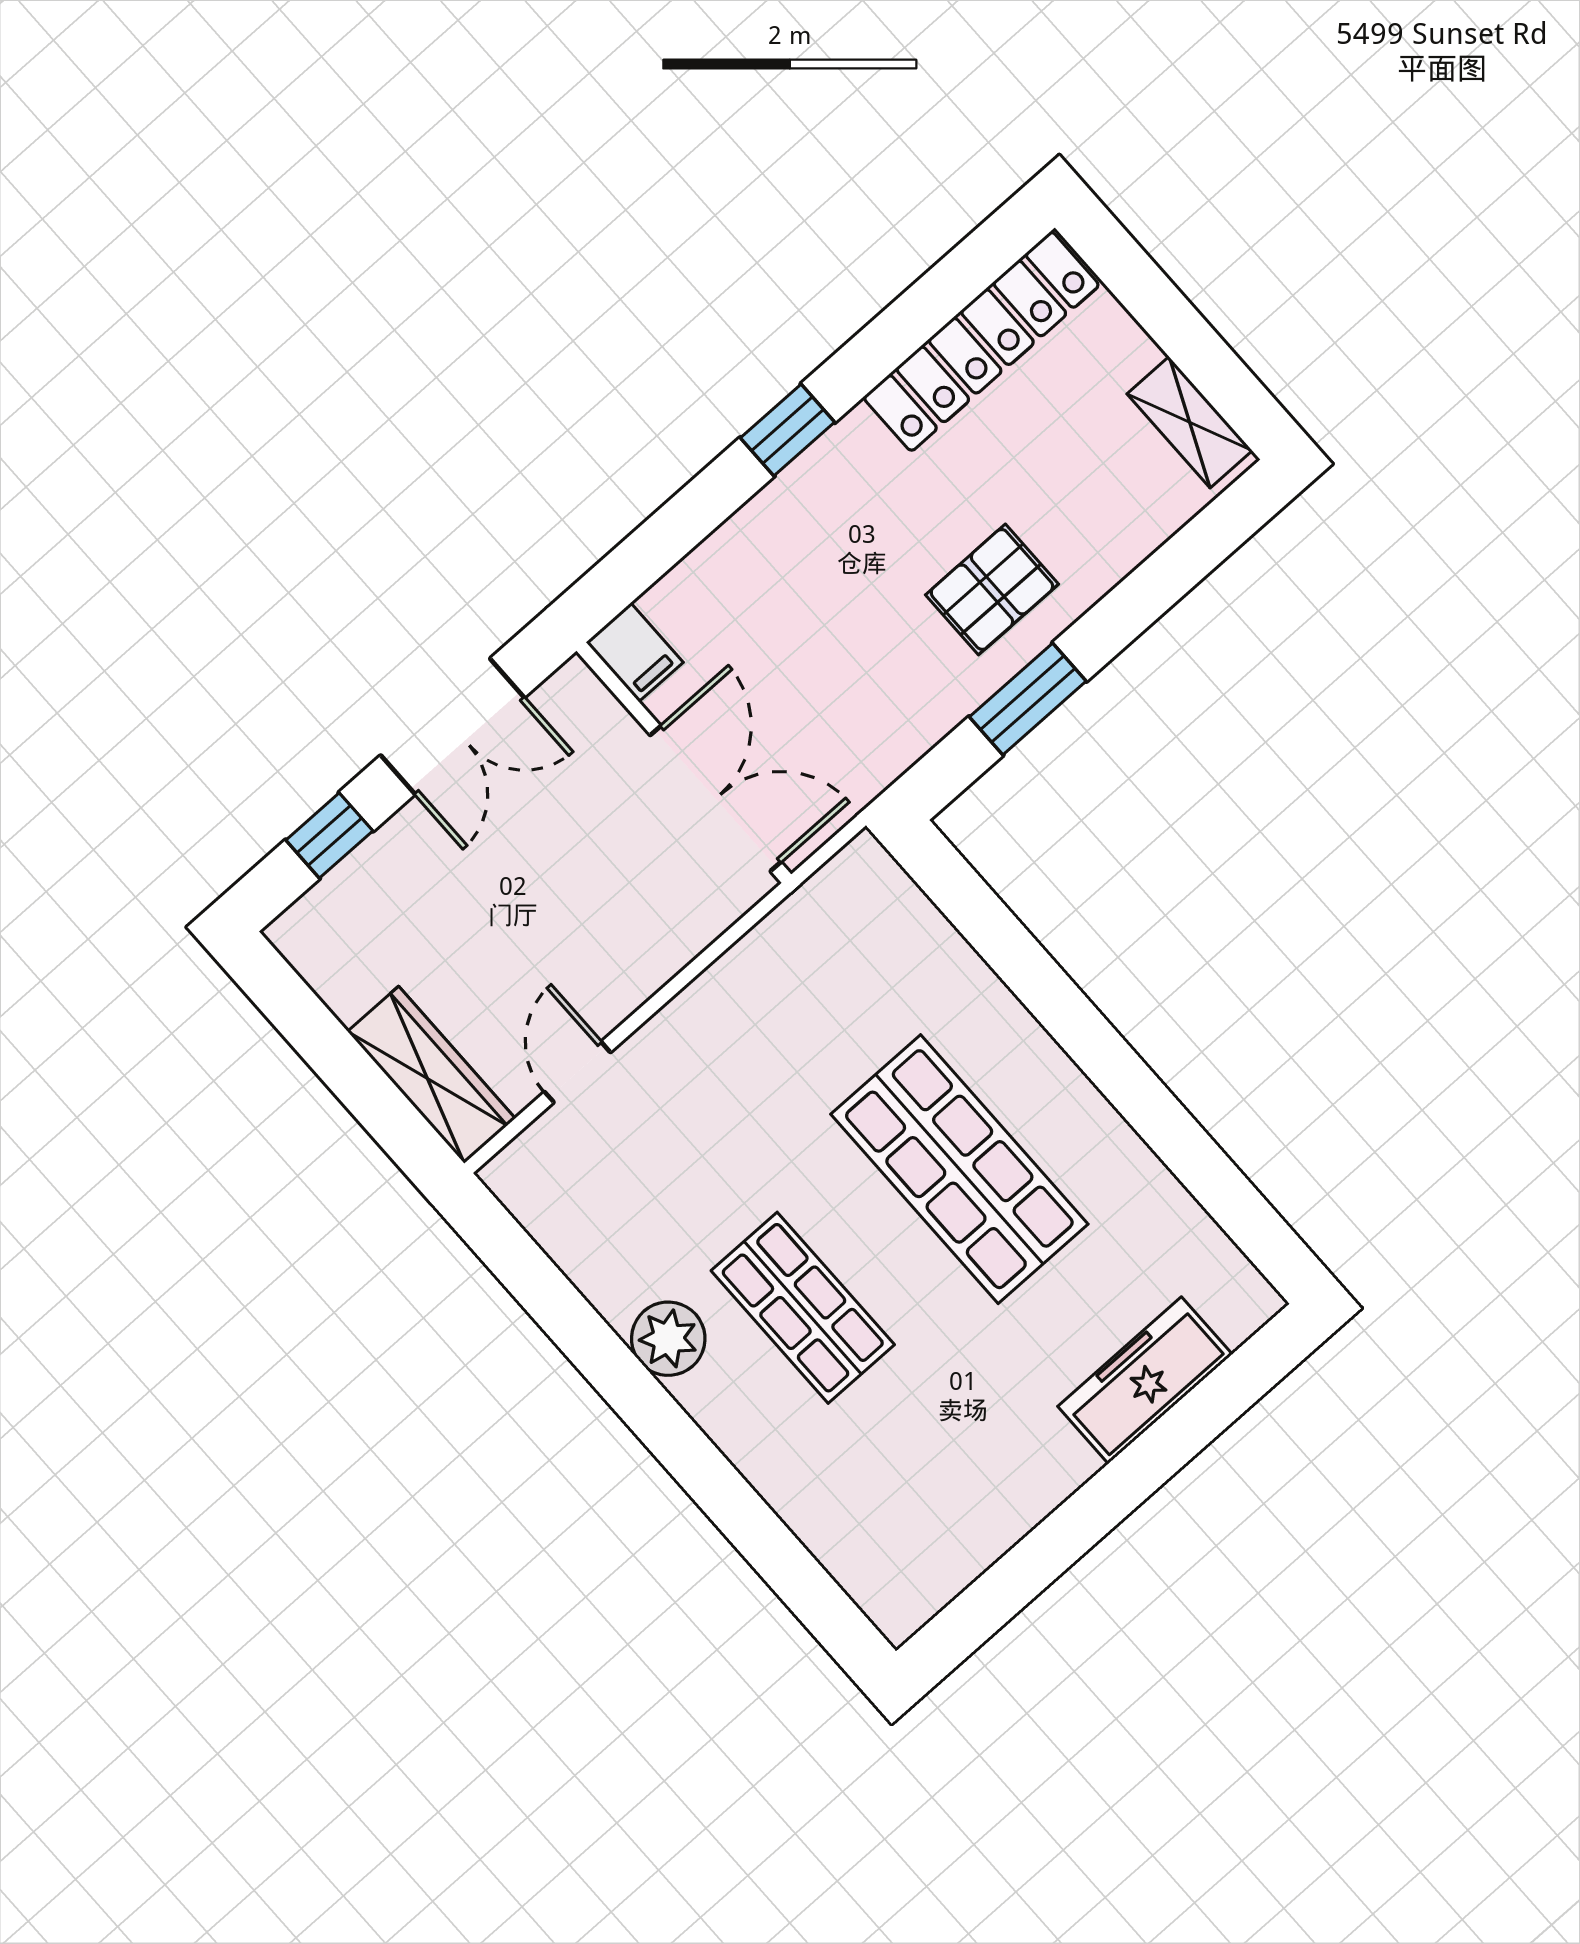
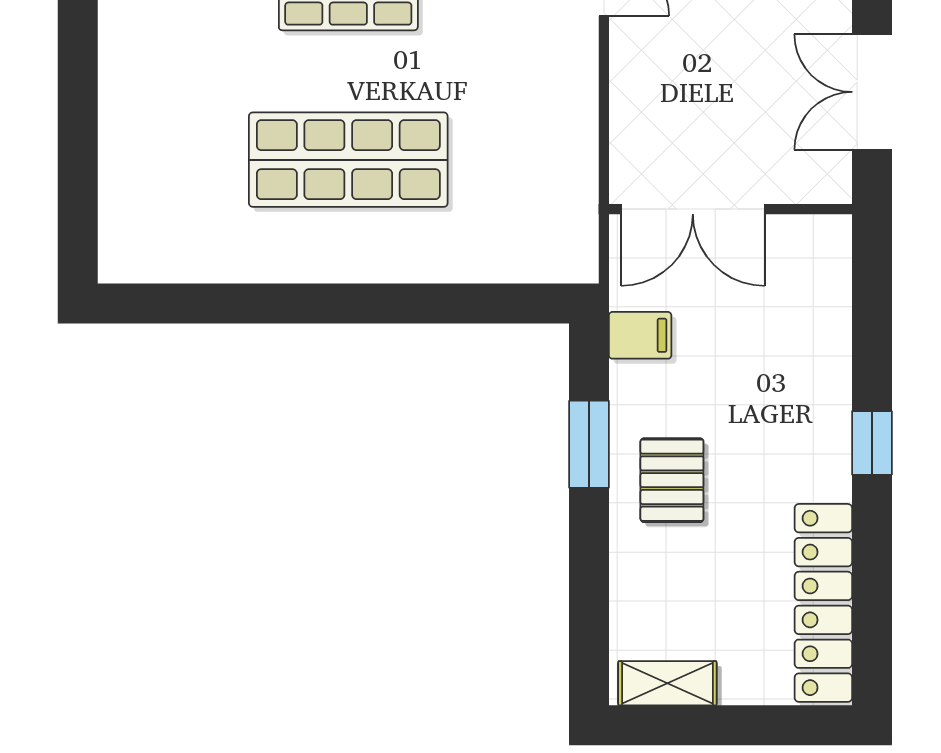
filing cabinet: (635, 652) -> (640, 335), moved, turned 180
freezer: (1145, 1380) -> (128, 159), removed

